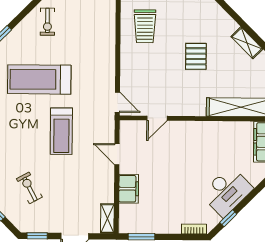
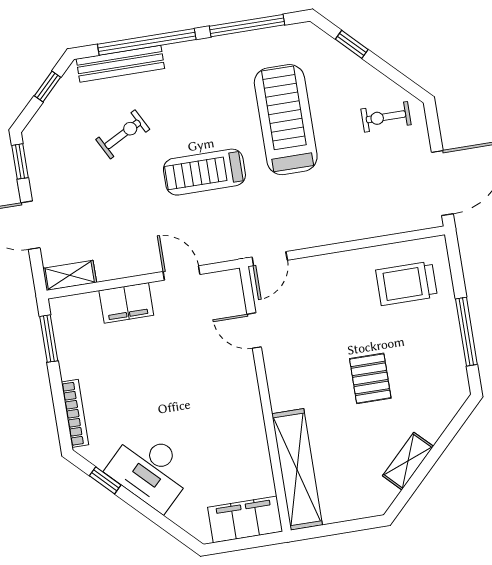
pallet: (196, 56) -> (370, 378), turned 90
door: (117, 154) -> (182, 273), hinge flipped
exercise bike: (29, 188) -> (123, 134), moved
bookcase: (194, 229) -> (75, 413), width x1.56

